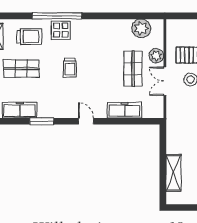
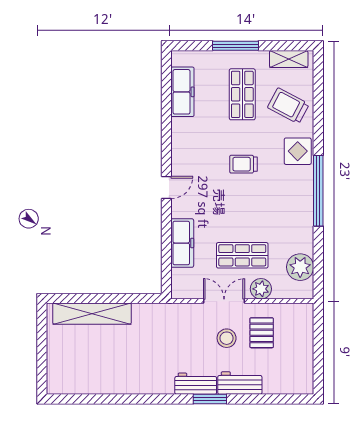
window: (57, 16) -> (318, 191), moved
trolley: (29, 37) -> (288, 106), turned 118
window: (42, 121) -> (166, 124), removed
shelving: (173, 173) -> (92, 314), width x1.47

